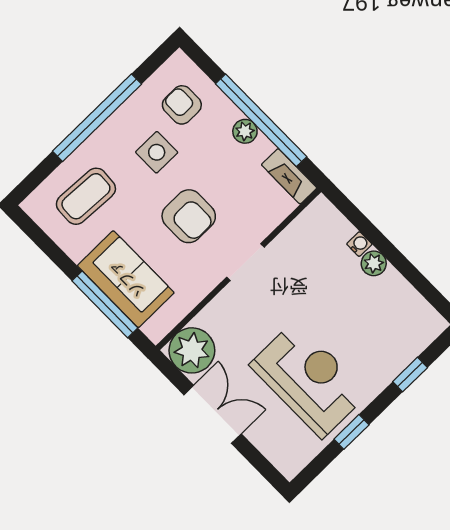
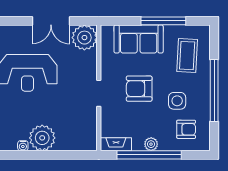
water cooler: (359, 244) -> (23, 146), moved
plant: (374, 263) -> (42, 138), width x1.87, depth x1.87
window: (105, 304) -> (163, 21), moved

